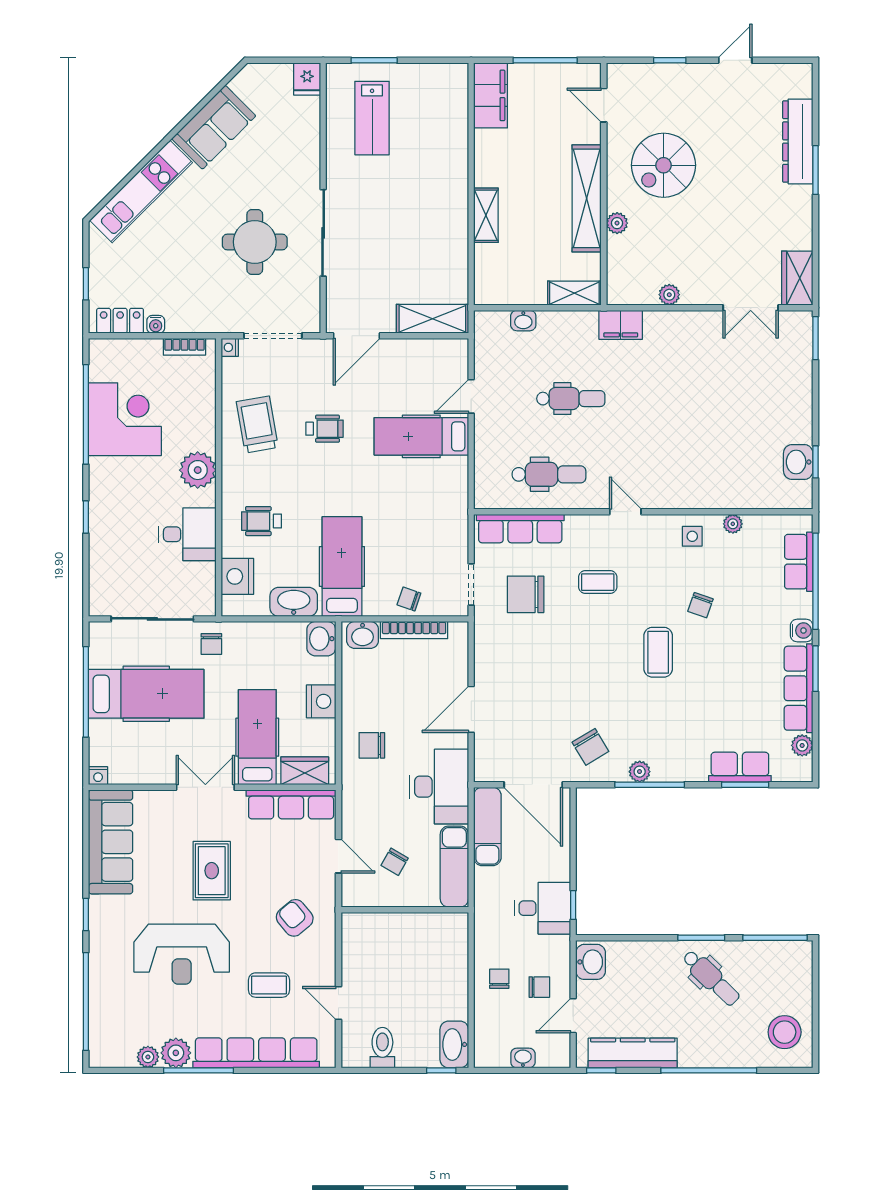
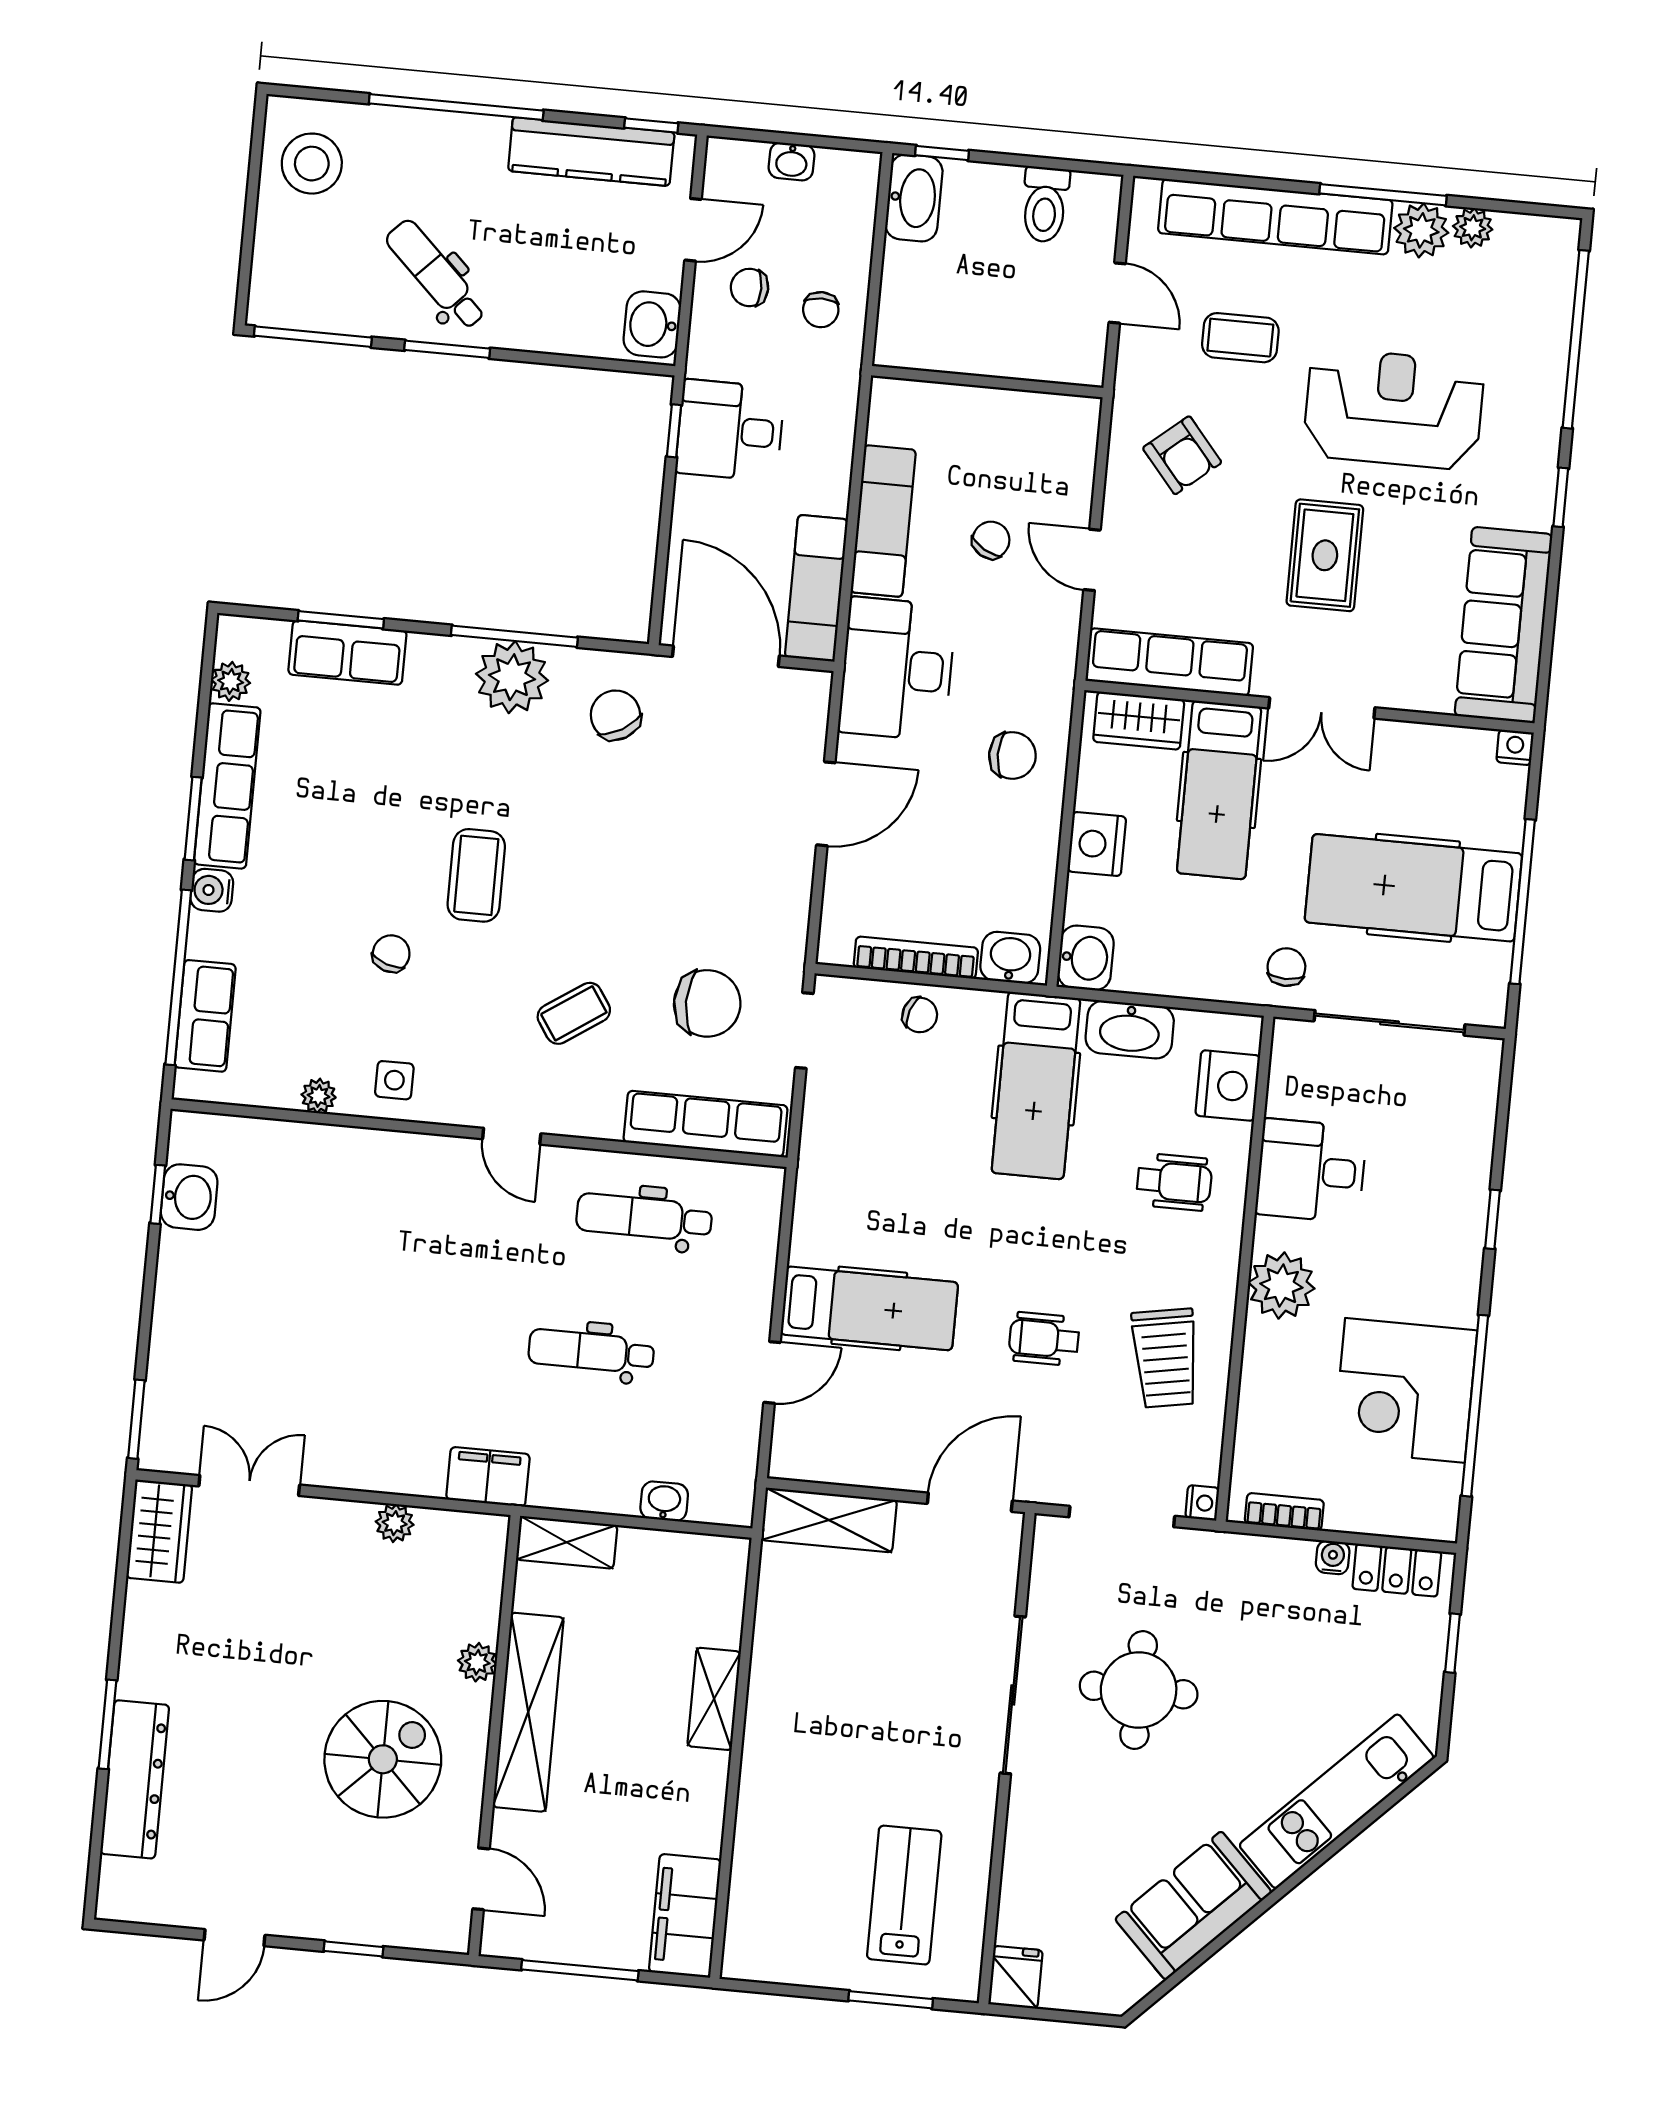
coffee table: (598, 582) -> (574, 1013), turned -34
plant: (640, 772) -> (512, 677), width x1.87, depth x1.87
wall: (405, 910) -> (987, 382), moved

